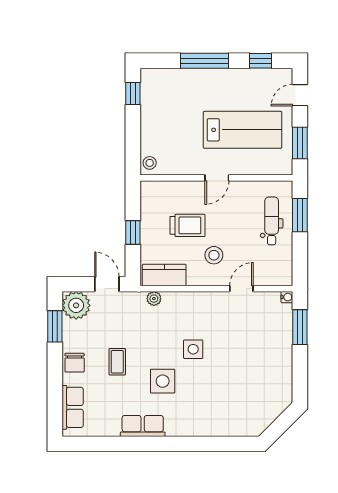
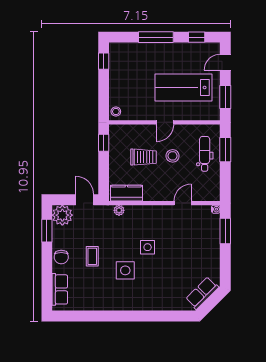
lab bench: (243, 130) -> (184, 87), turned 180
window: (133, 232) -> (104, 143), moved
stool: (214, 255) -> (173, 156), moved
row of seats: (143, 426) -> (202, 293), moved, turned -45

